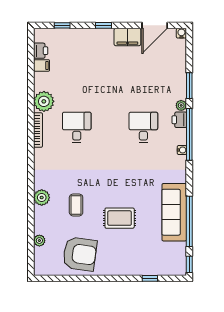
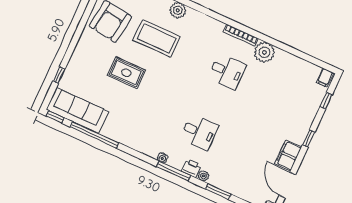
printer: (41, 51) -> (312, 71), removed
filing cabinet: (42, 65) -> (325, 78), moved
window: (189, 134) -> (174, 171), width x0.68
coffee table: (76, 205) -> (157, 38), width x1.86, depth x1.72
sofa: (174, 212) -> (77, 111), moved
rug: (120, 218) -> (126, 73), turned 90

